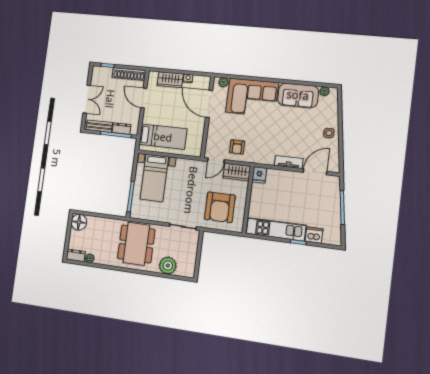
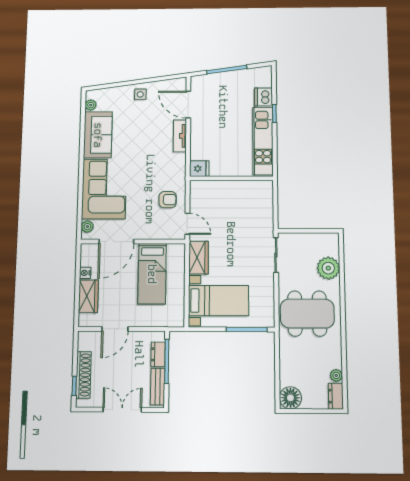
shoe rack: (129, 74) -> (83, 375), moved
bed: (163, 137) -> (152, 274), moved, turned 180
wardrobe: (237, 172) -> (198, 258), moved
armchair: (220, 207) -> (245, 211), removed

